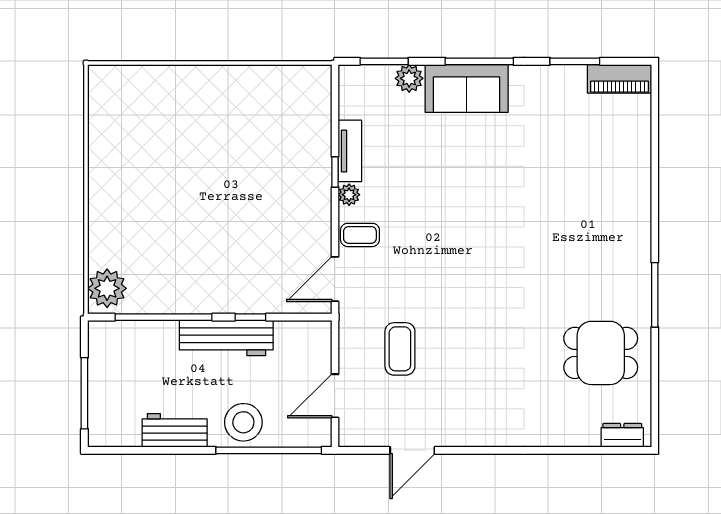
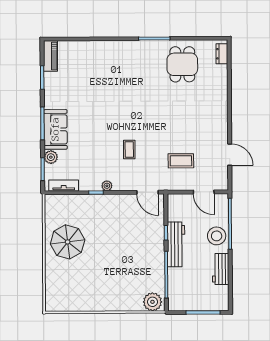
parasol: (232, 112) -> (68, 242), added
tv unit: (350, 151) -> (64, 186), moved
coffee table: (360, 235) -> (129, 150), moved

